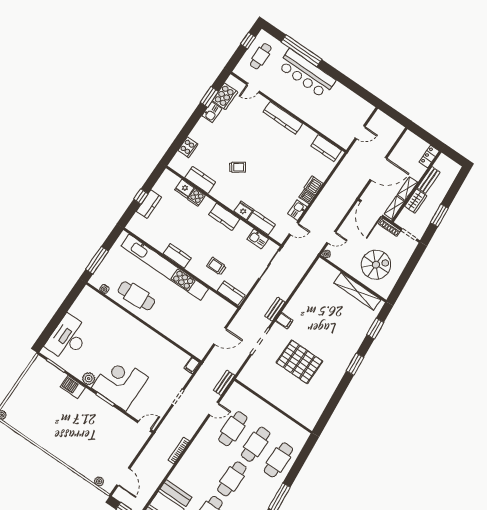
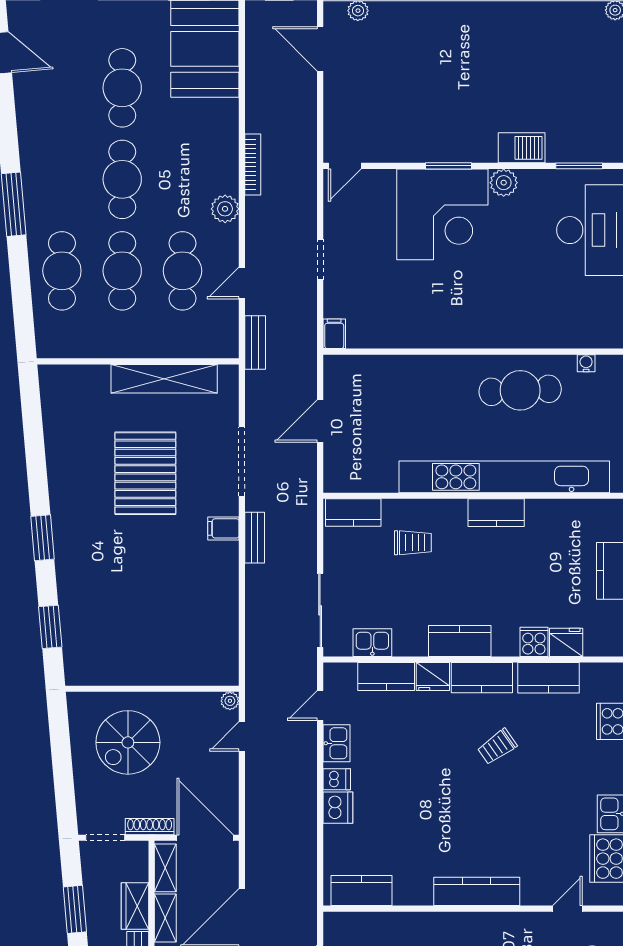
kitchen counter: (225, 197) -> (482, 678), added
shelving: (357, 291) -> (164, 379), moved
pallet: (299, 362) -> (145, 473), turned 90
plant: (201, 441) -> (225, 209), added

